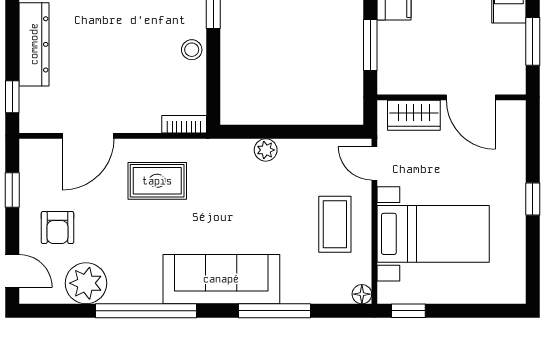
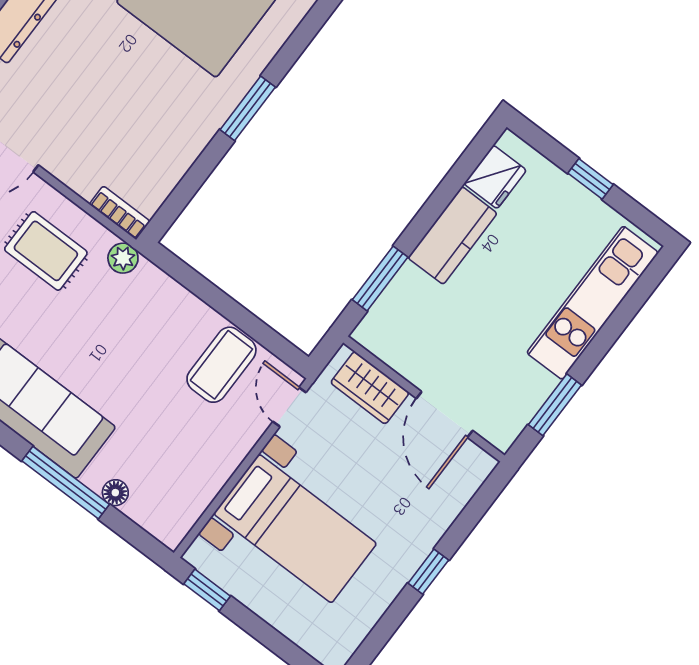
stool: (192, 50) -> (188, 140), removed
plant: (266, 150) -> (123, 258), moved
coffee table: (335, 224) -> (221, 365), moved
floor lamp: (362, 294) -> (115, 493), moved

